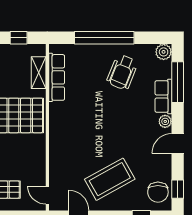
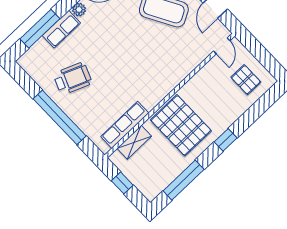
plant: (164, 52) -> (27, 62), removed

